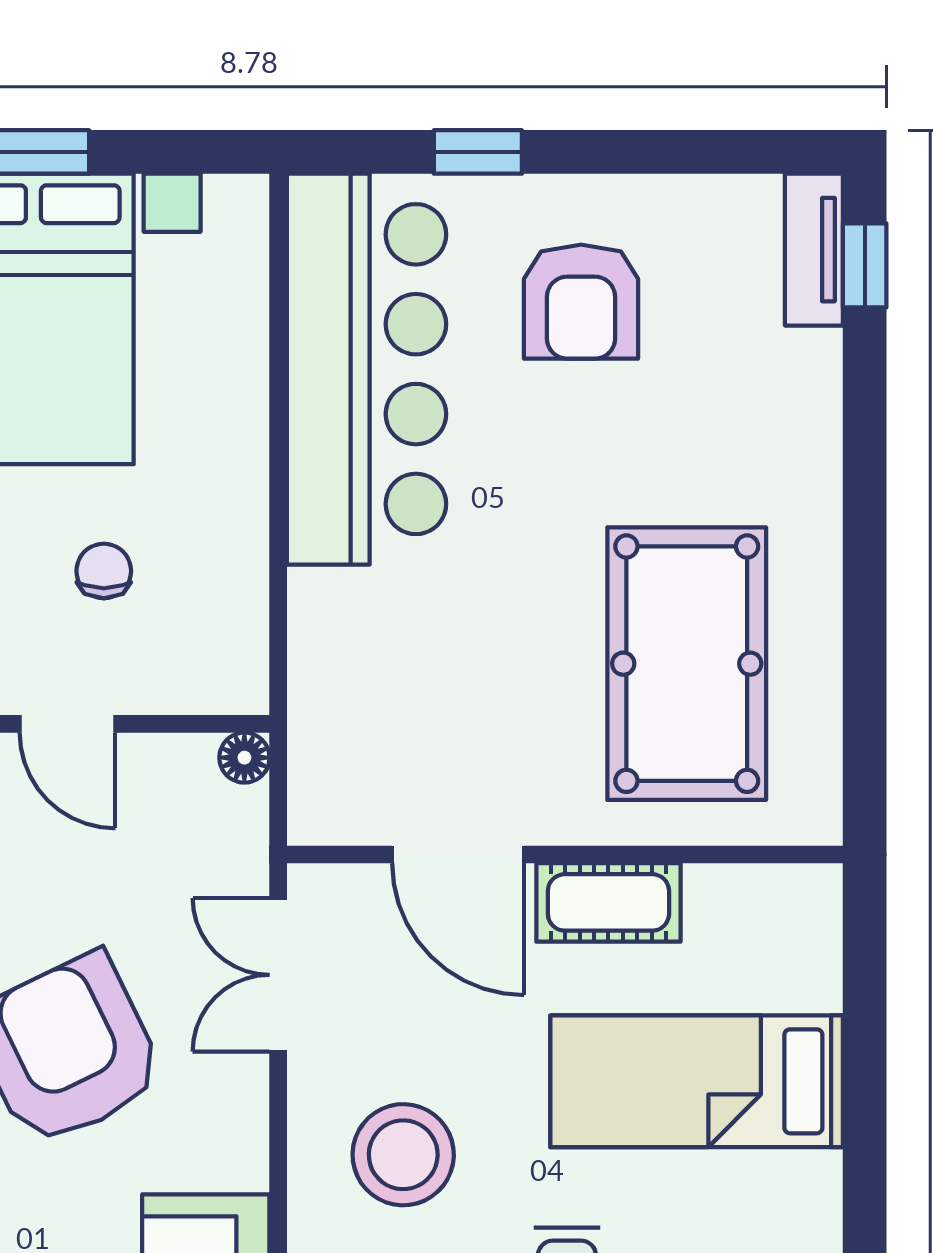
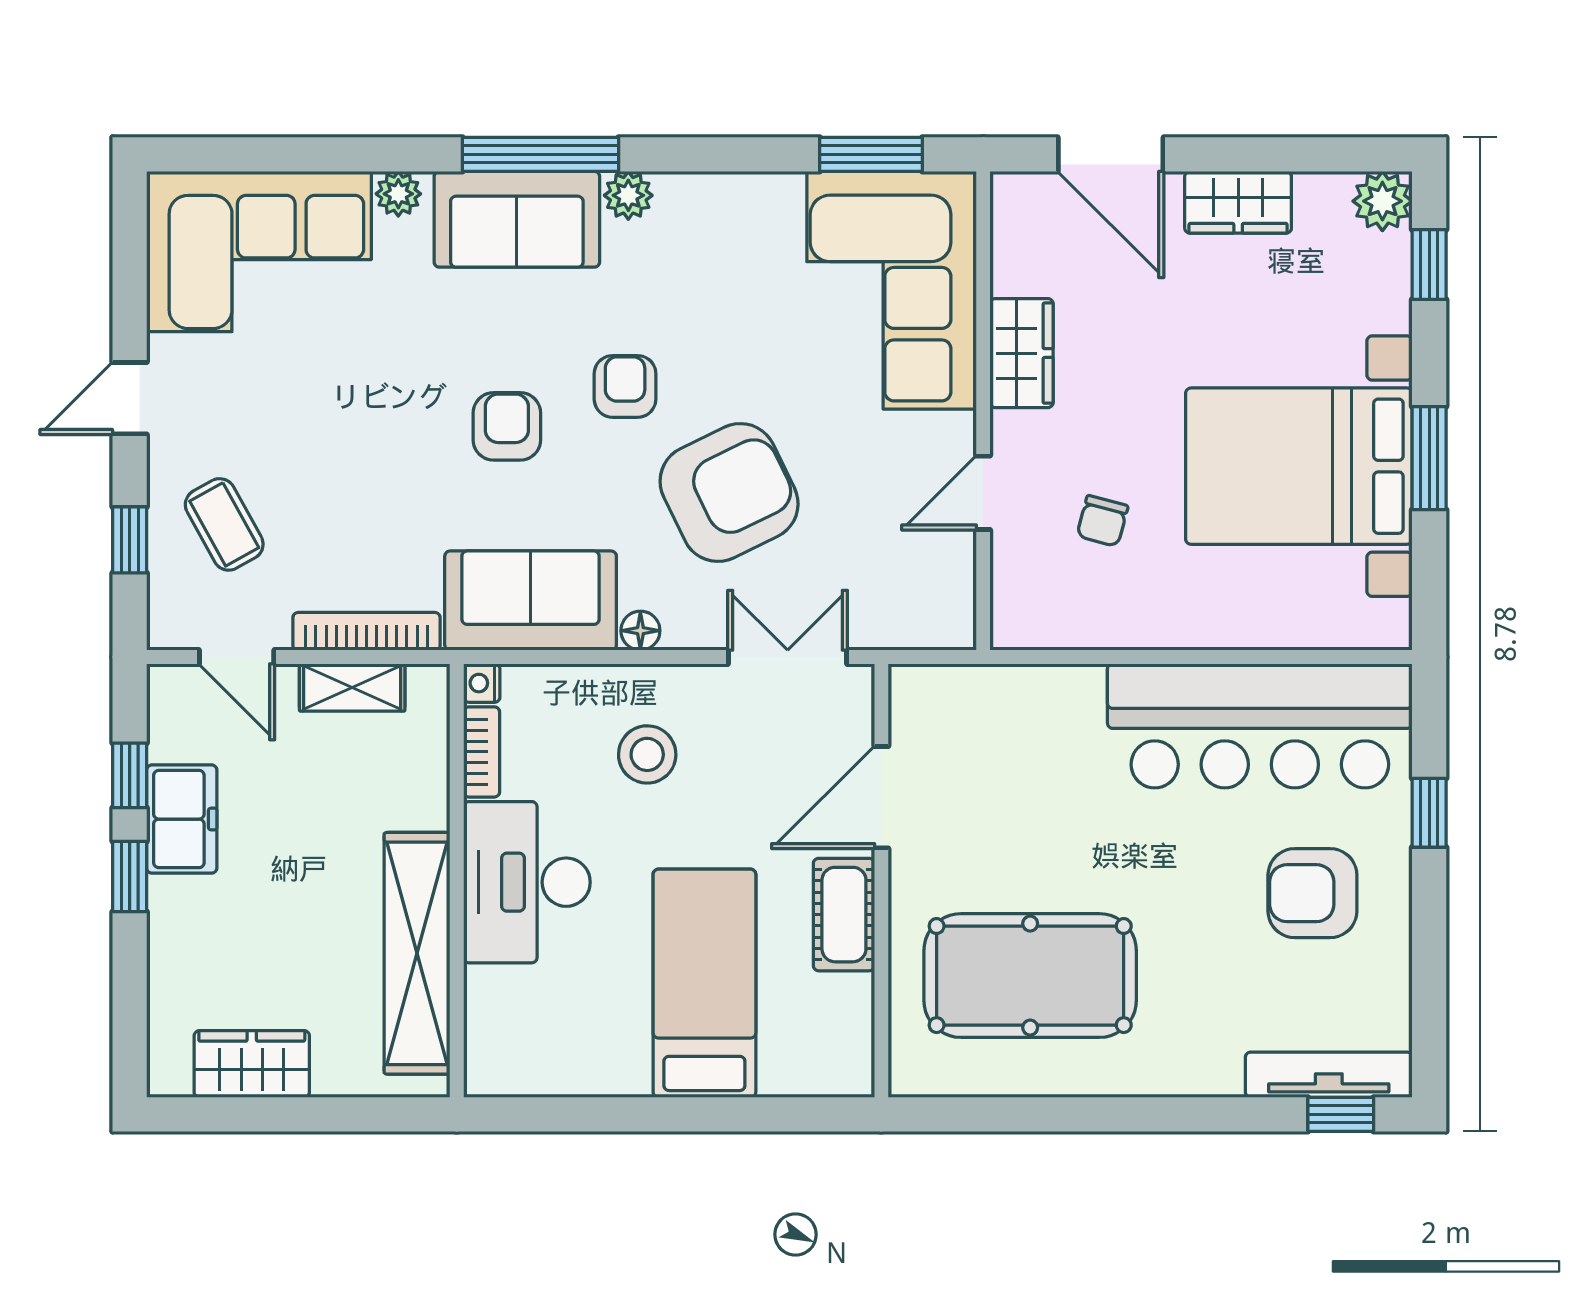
tv unit: (814, 250) -> (1329, 1075), width x1.41
chair: (104, 571) -> (1102, 521), turned 105
floor lamp: (244, 758) -> (640, 631), moved
stool: (403, 1155) -> (647, 754), width x0.73, depth x0.73

